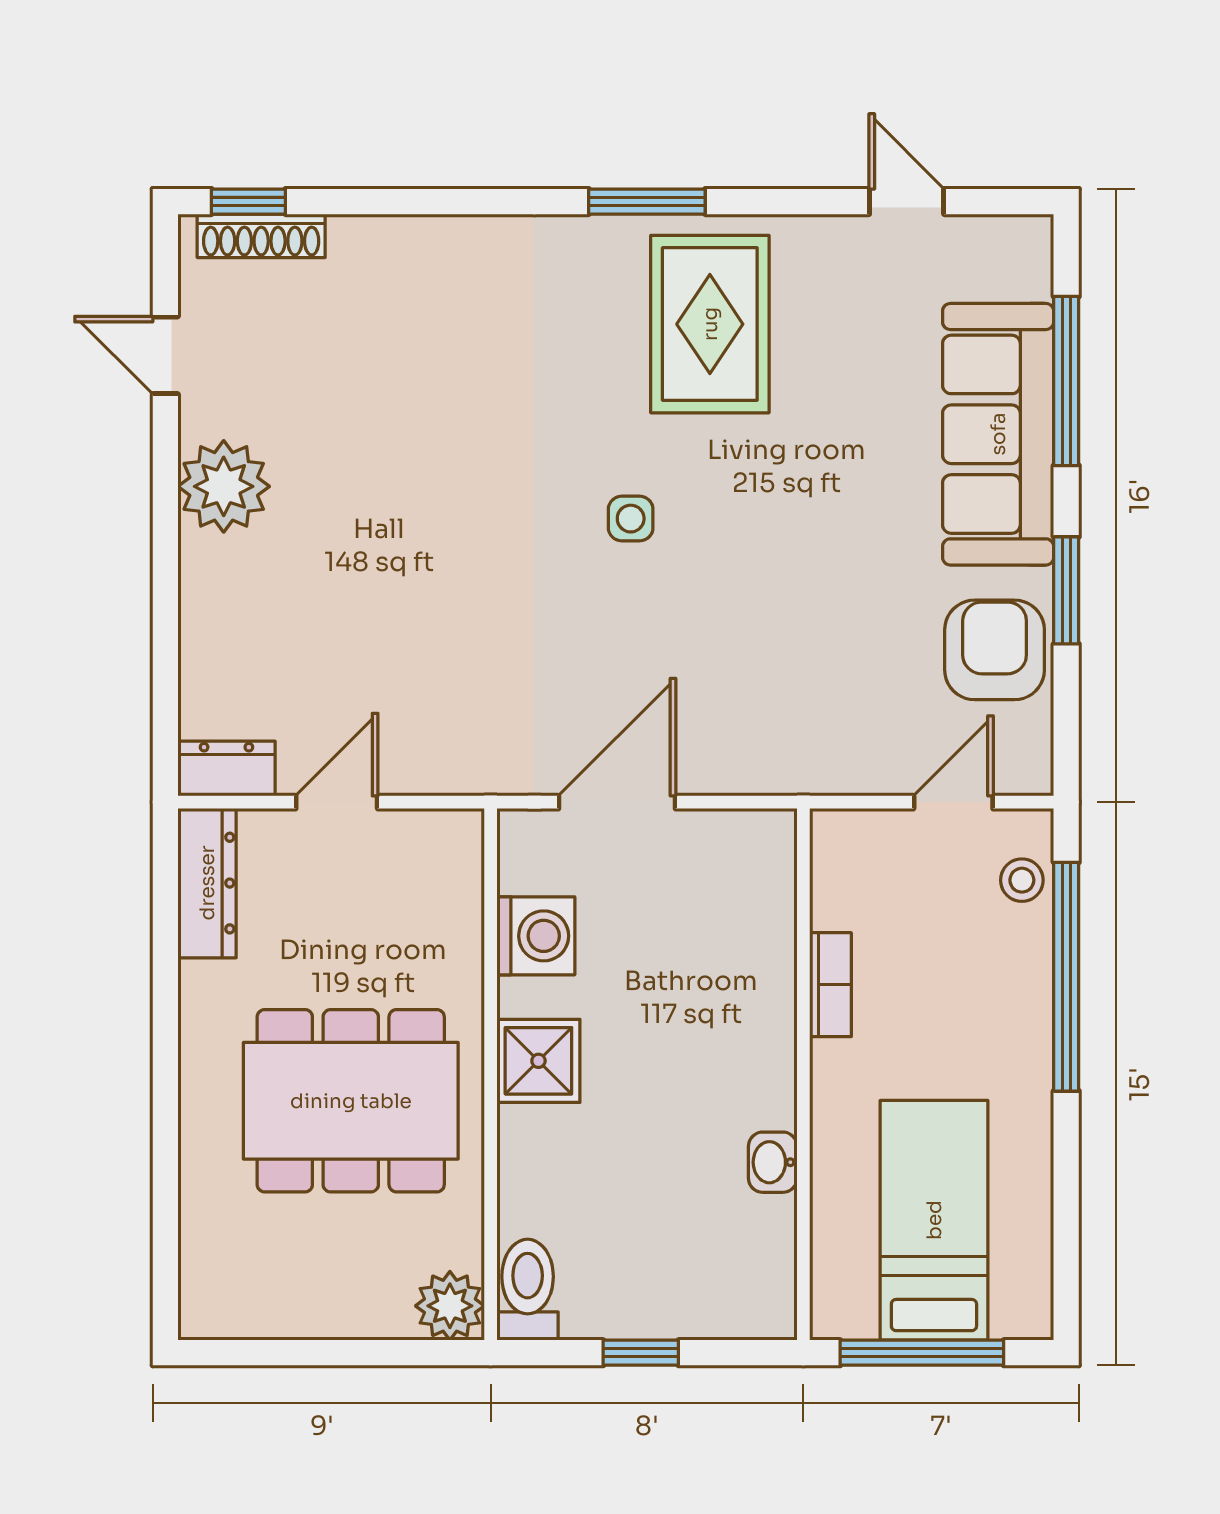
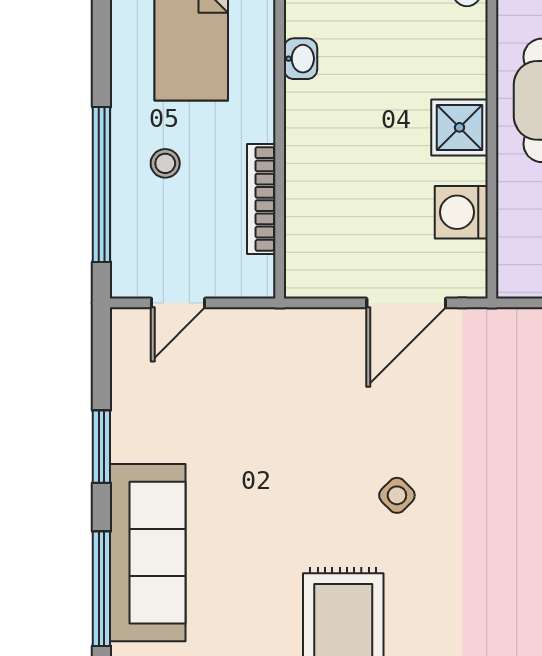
side table: (631, 519) -> (397, 495), turned 45
armchair: (995, 650) -> (150, 406), removed
stool: (1022, 880) -> (165, 163), moved
bookcase: (830, 985) -> (261, 199), width x1.56

